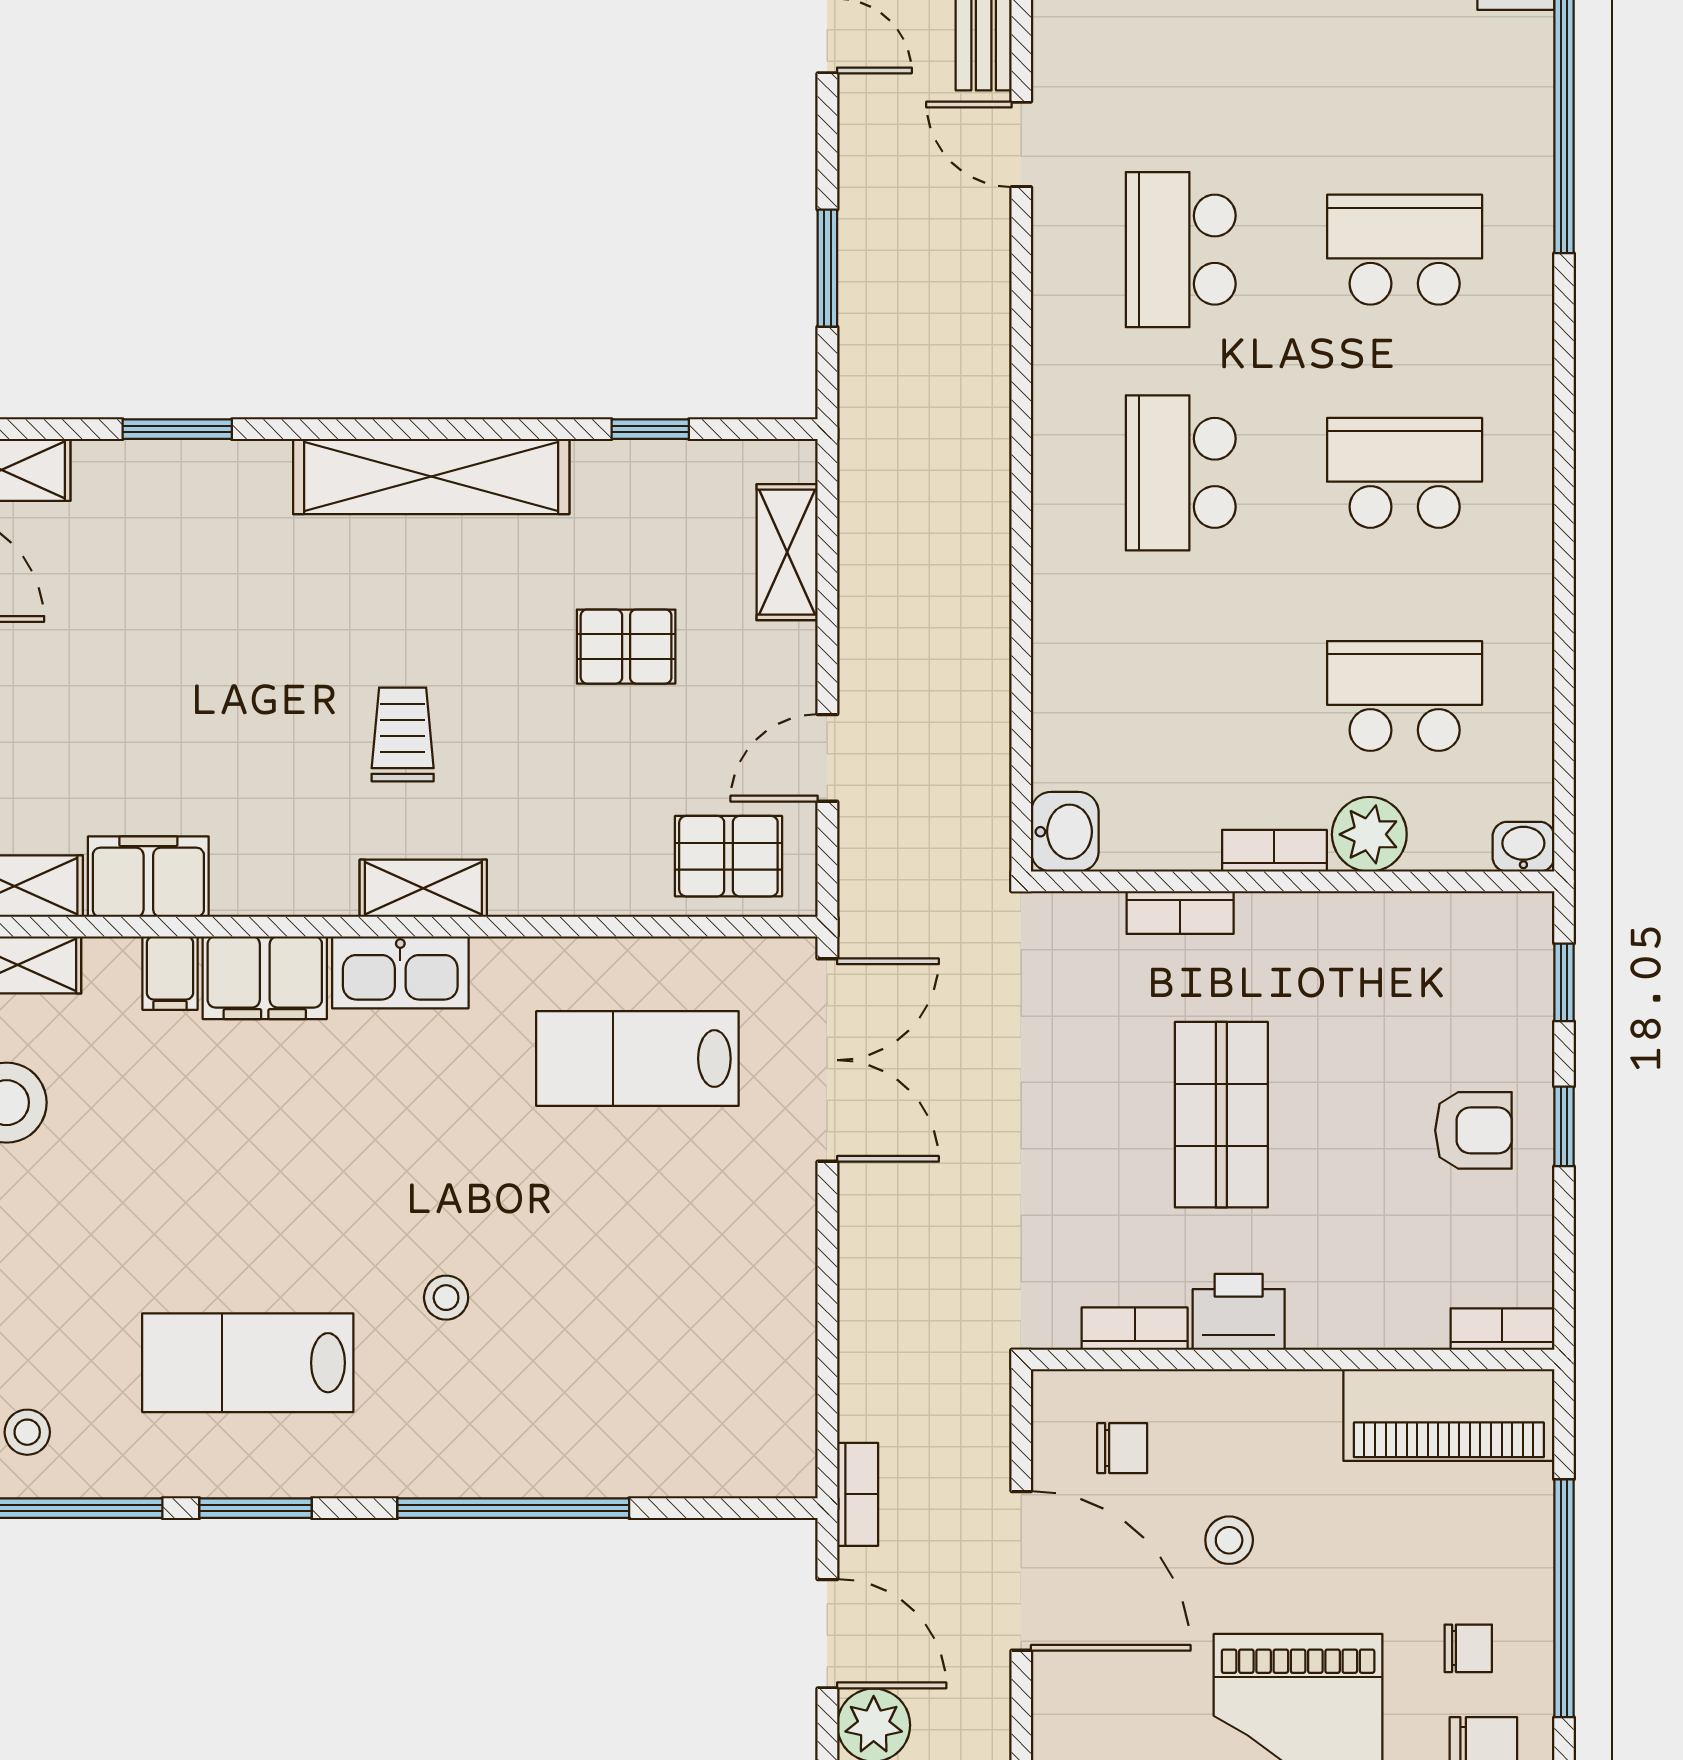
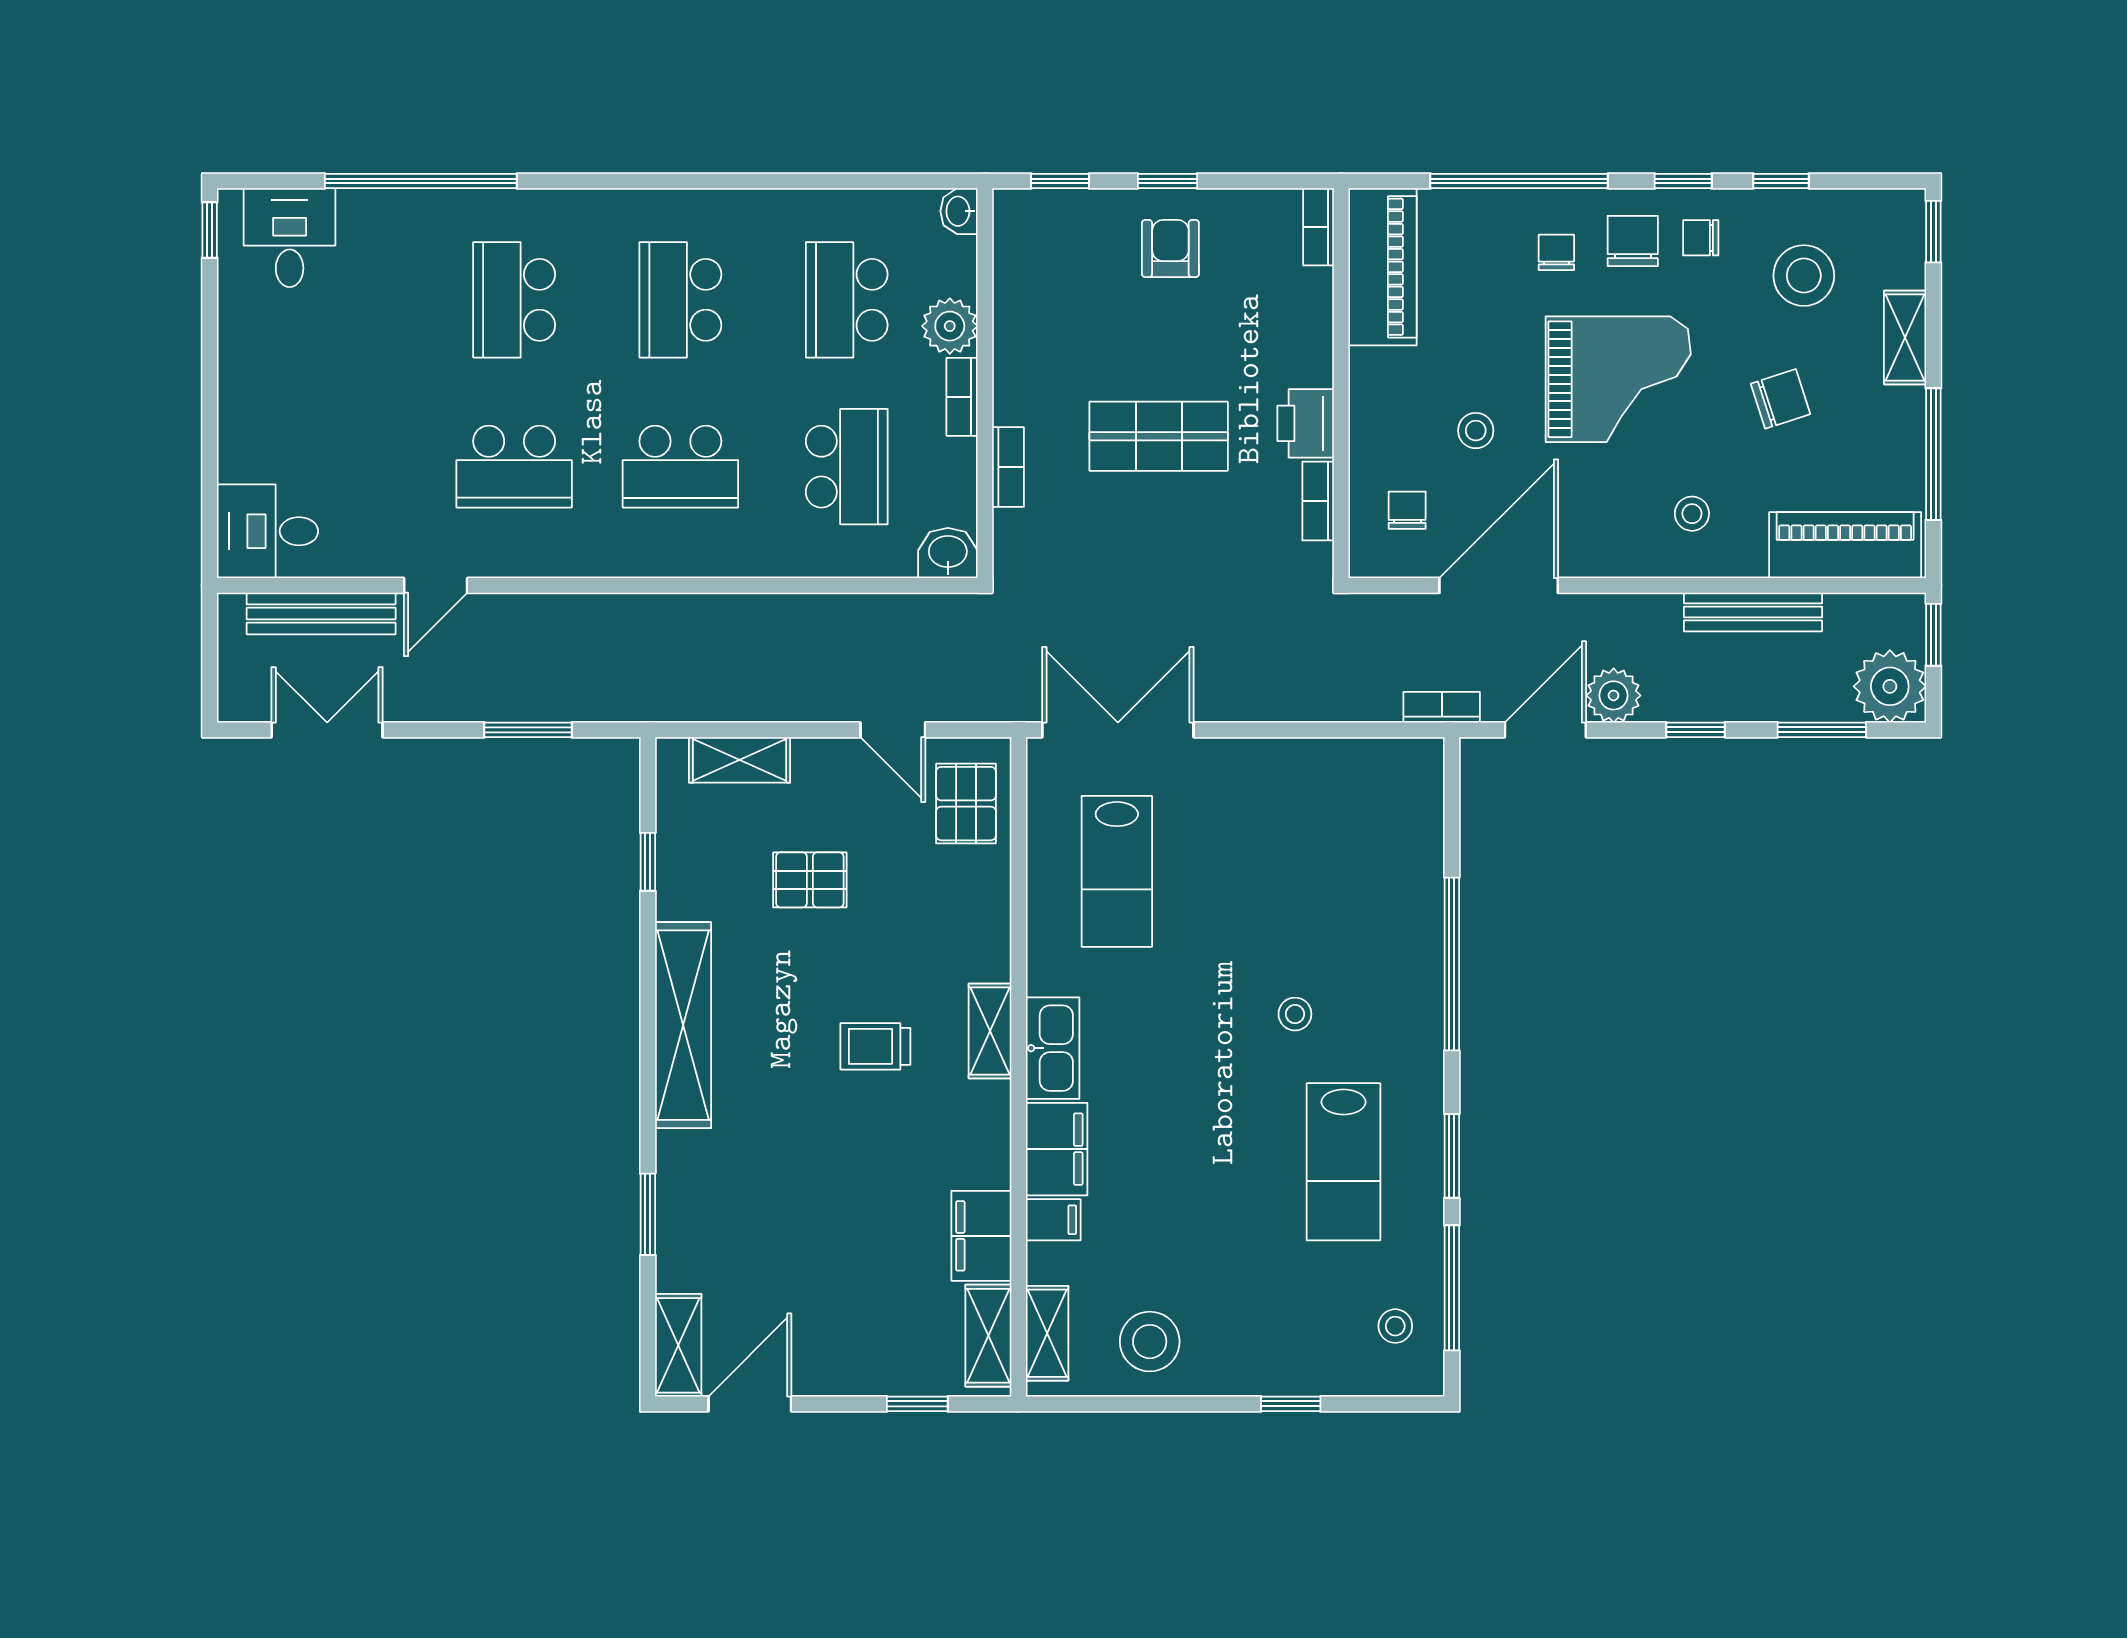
pallet: (626, 647) -> (810, 880), turned 90
school desk: (1181, 696) -> (847, 467), added

